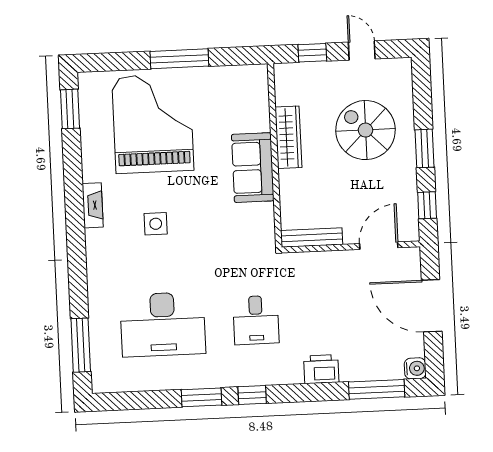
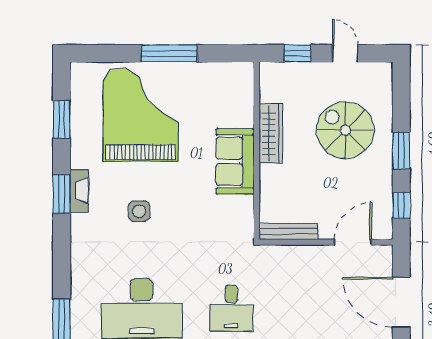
window: (70, 109) -> (62, 120), moved
window: (75, 210) -> (62, 194), added

